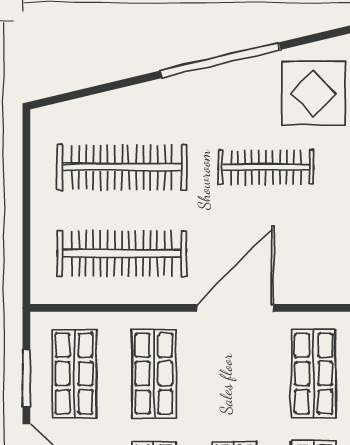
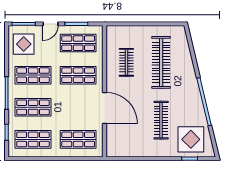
clothes rail: (122, 253) -> (126, 62), width x0.54, depth x0.76

